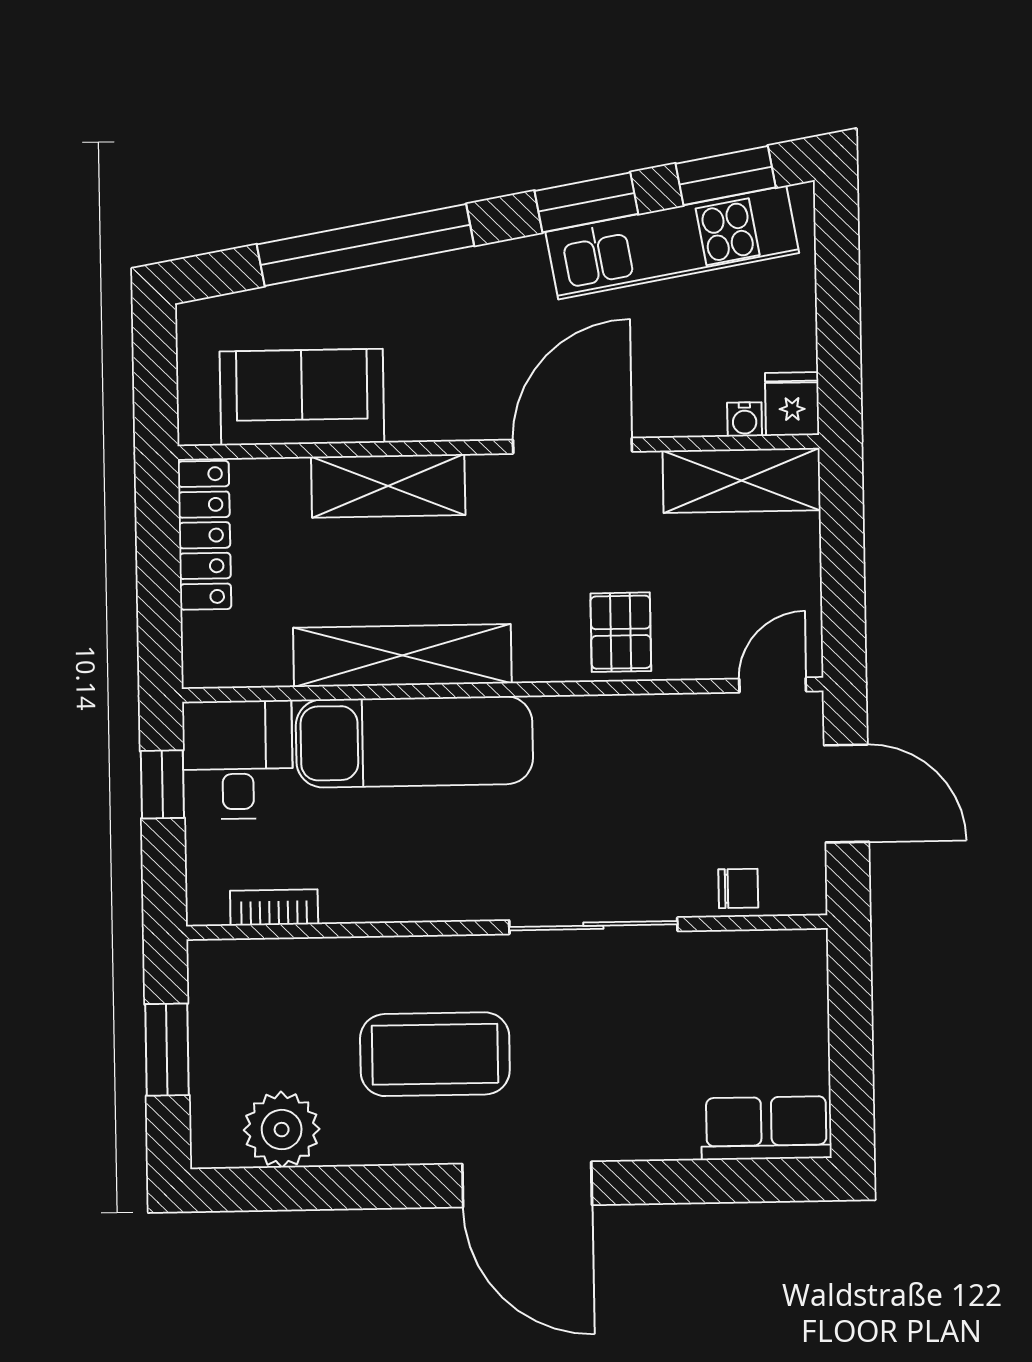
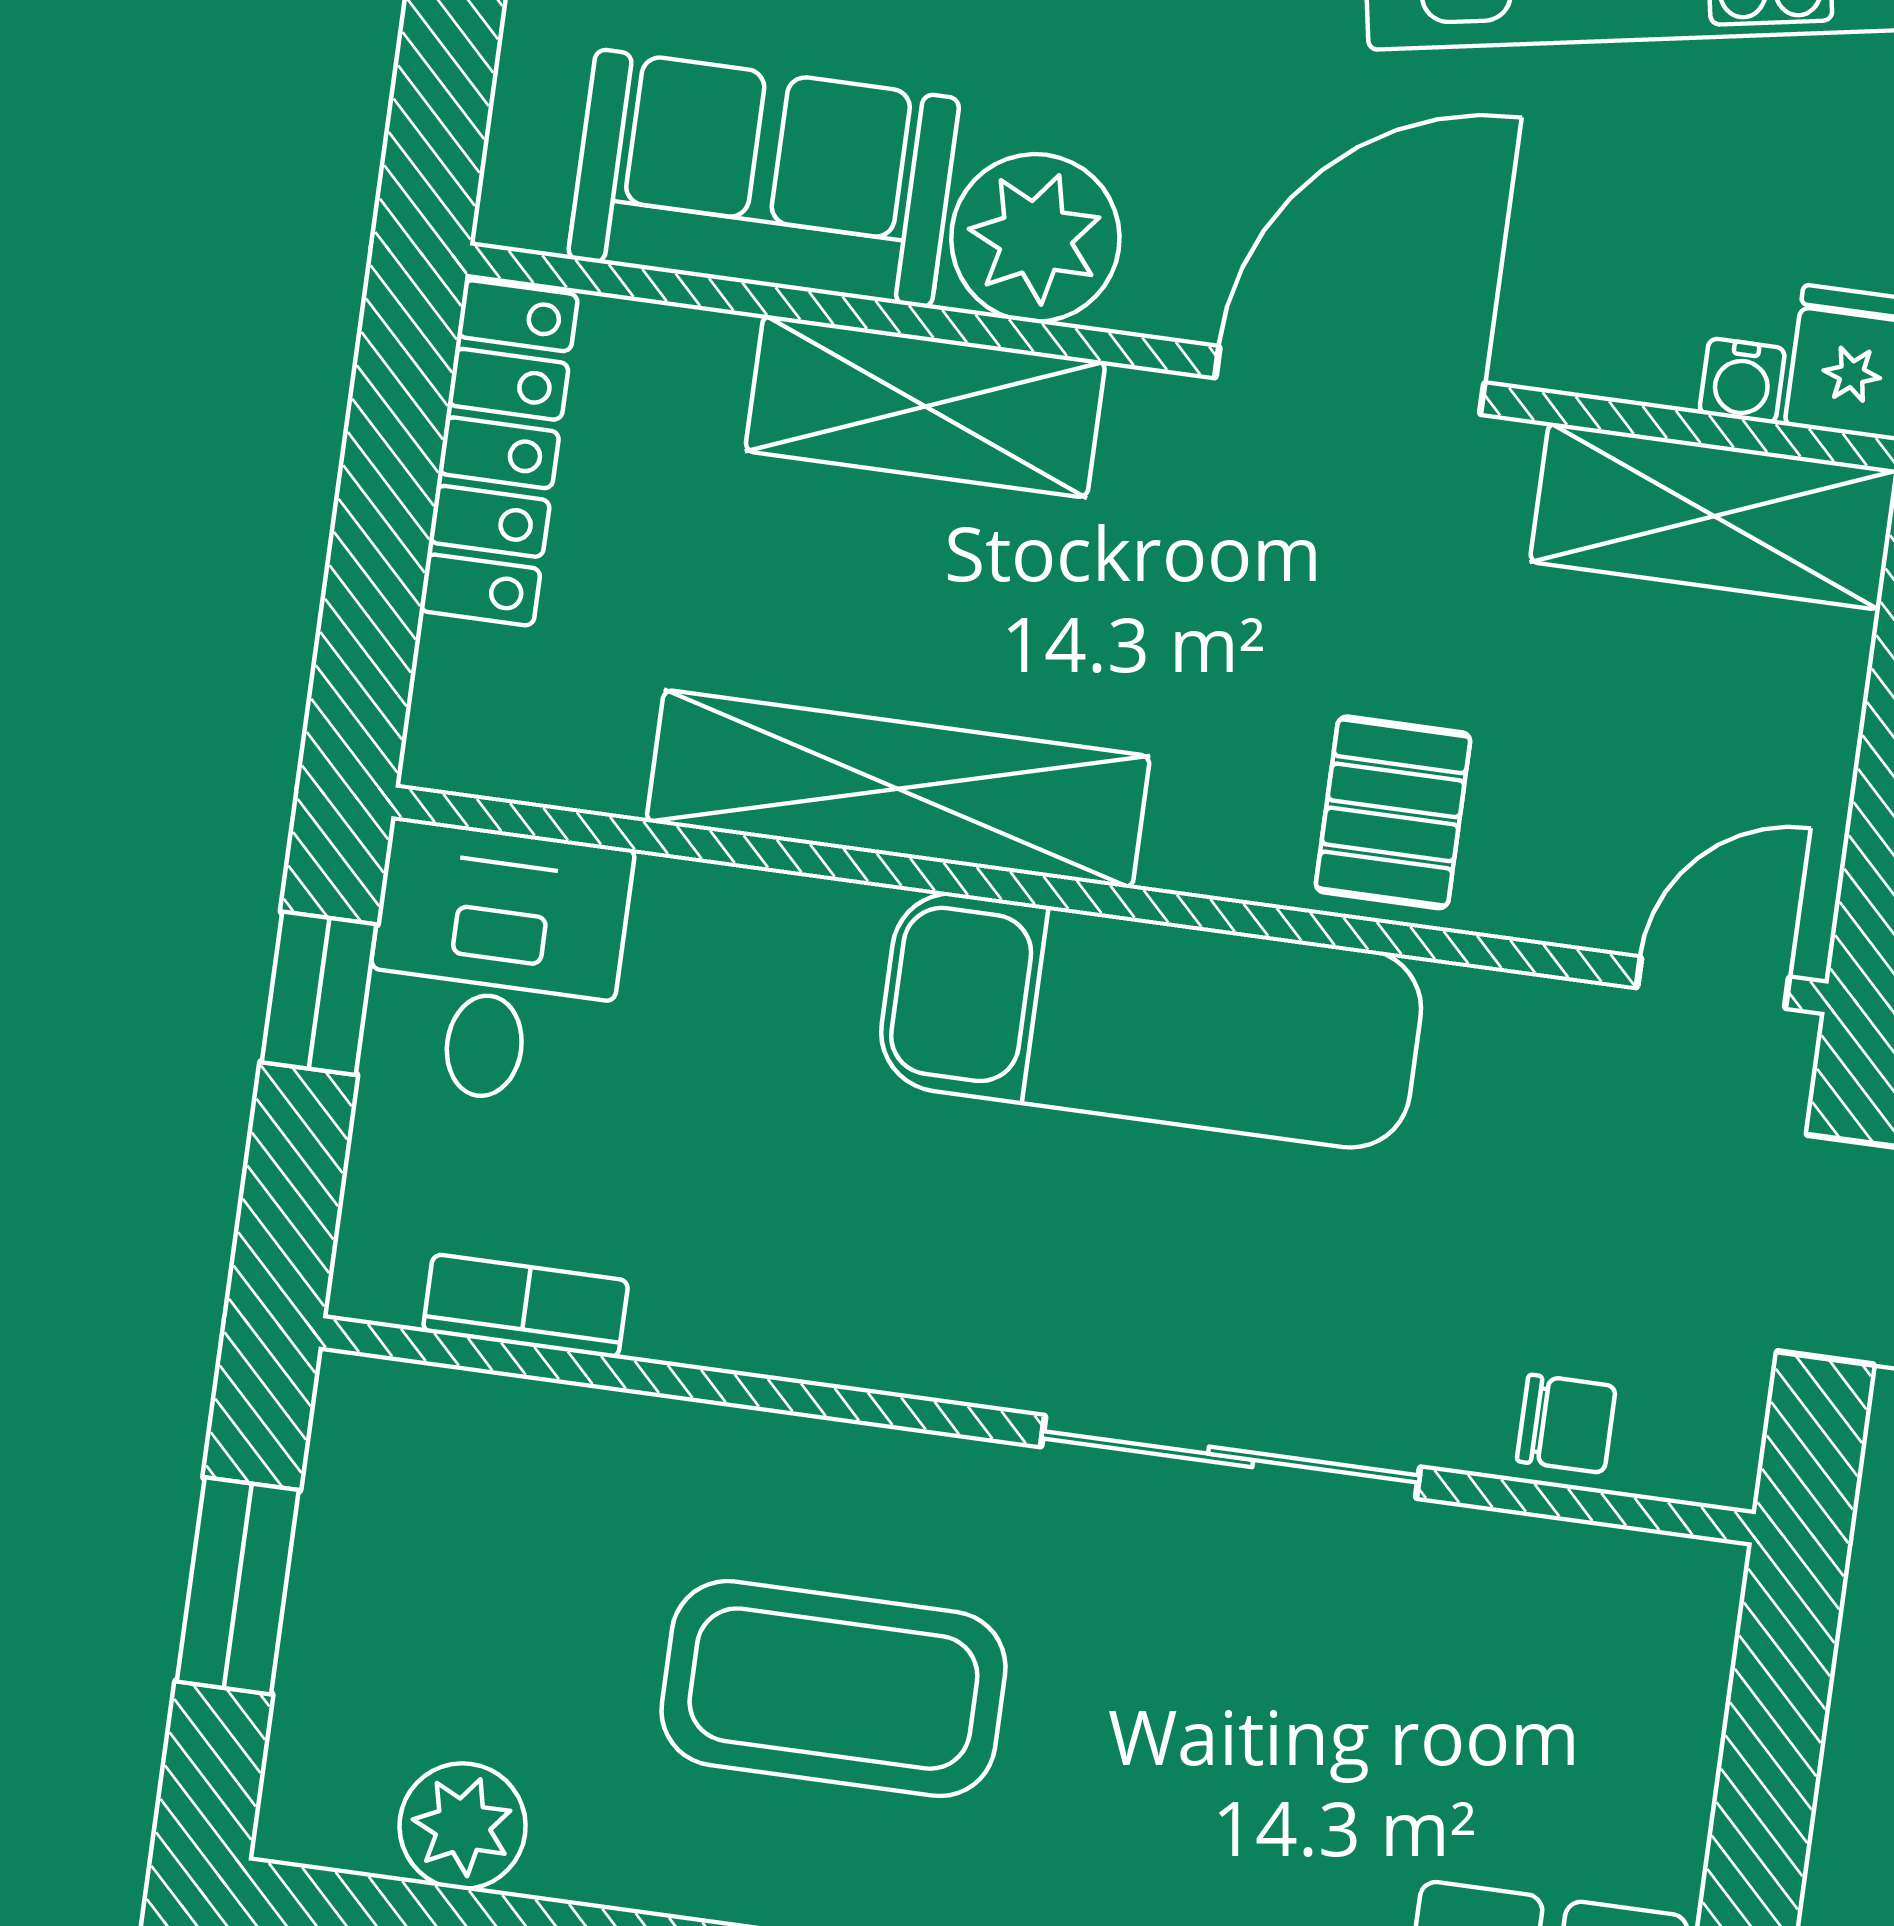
plant: (425, 405) -> (1035, 238), added
exam couch: (414, 742) -> (1151, 1020), moved
plant: (282, 1130) -> (463, 1826), width x0.73, depth x0.73

